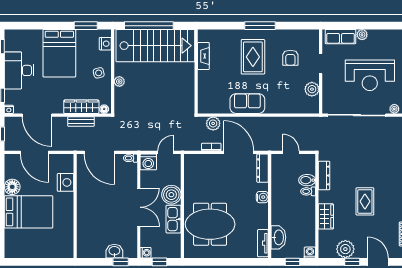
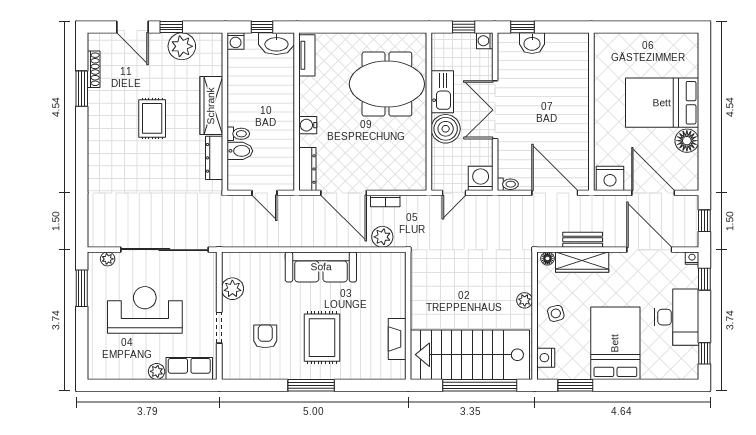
sofa: (247, 104) -> (321, 267), width x1.36
nightstand: (66, 182) -> (610, 178), moved, turned -90
wardrobe: (326, 216) -> (211, 106), width x1.50
washbasin: (278, 237) -> (276, 44), moved, turned -90

